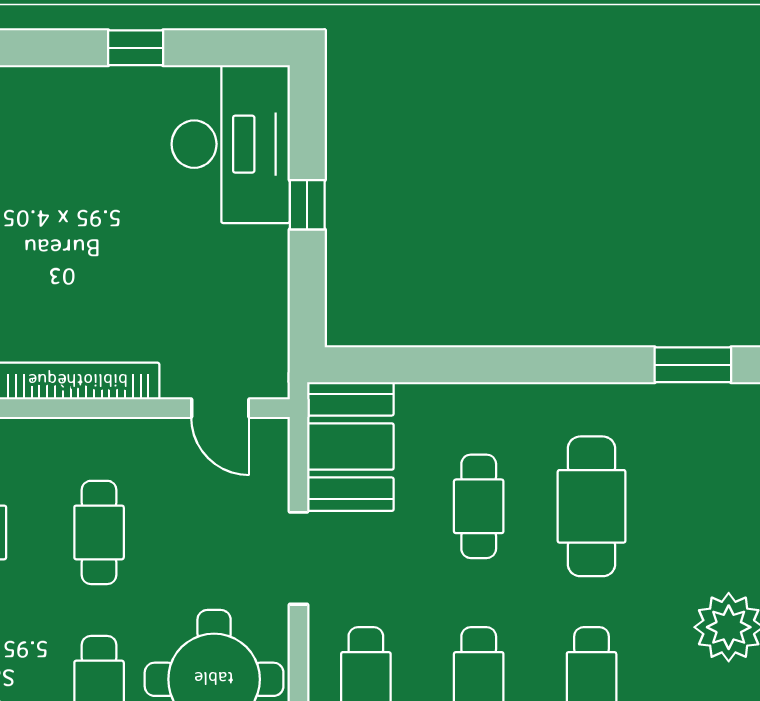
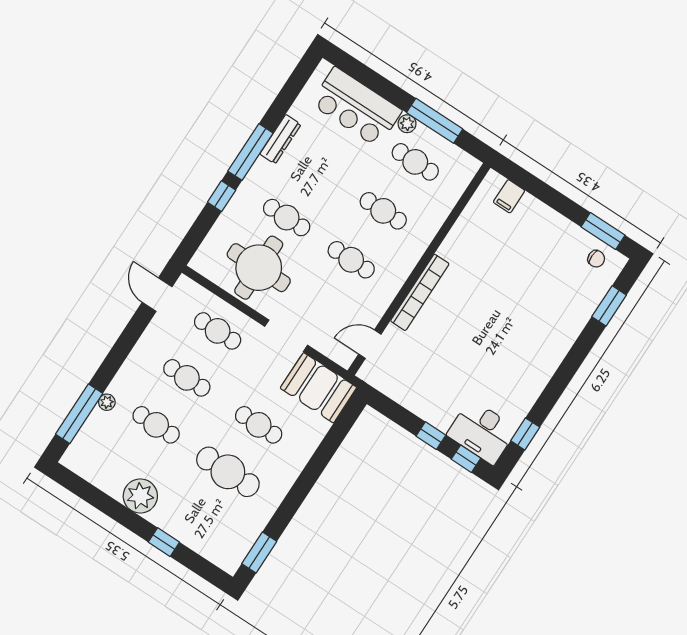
window: (136, 48) -> (525, 434), moved
window: (307, 120) -> (466, 459), added
desk: (231, 144) -> (482, 432), width x0.73, depth x0.77

